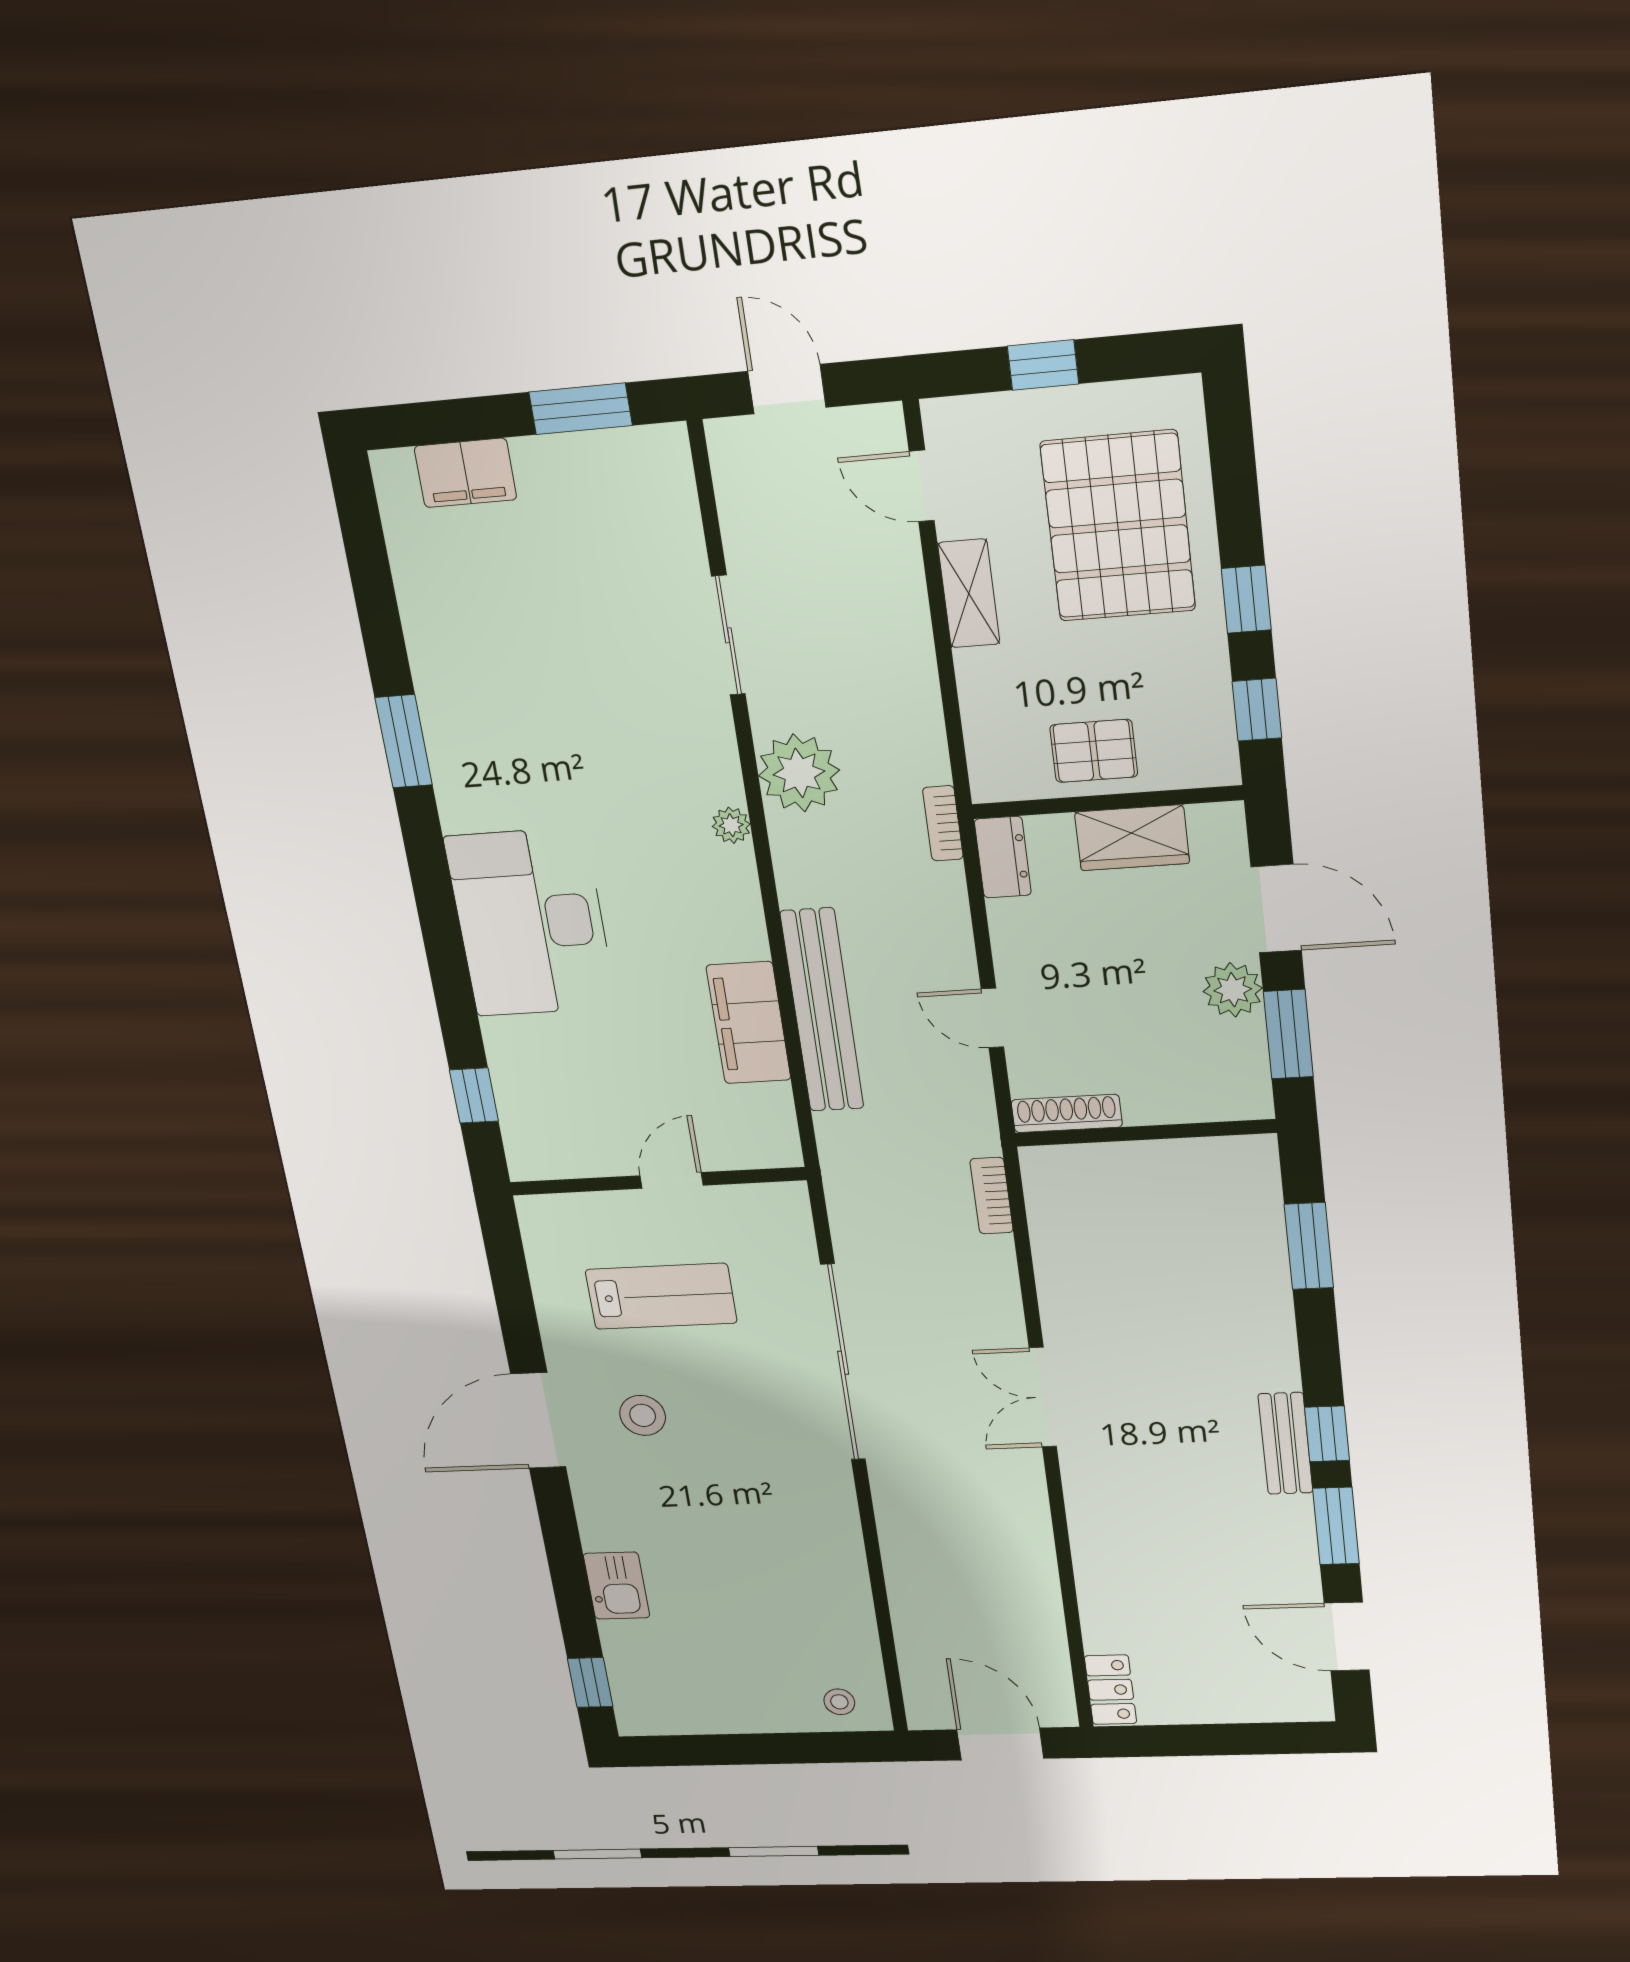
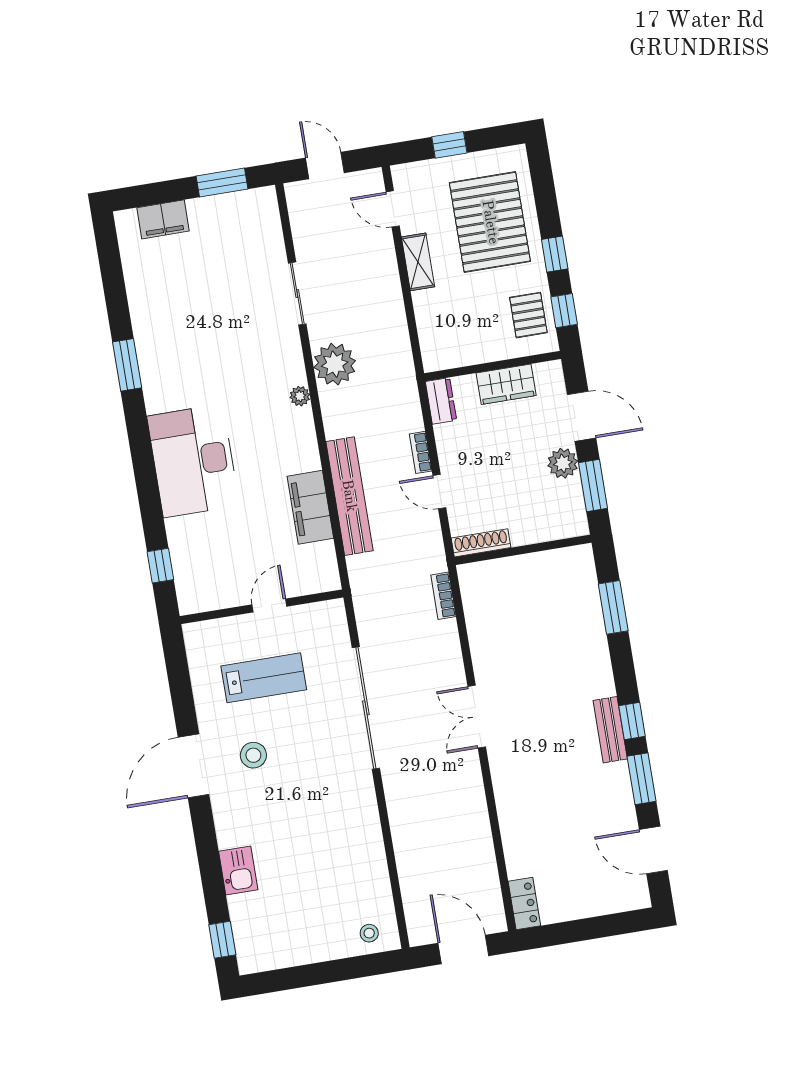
pallet: (1094, 751) -> (528, 315), moved, turned 90
bookcase: (943, 823) -> (421, 452), moved

